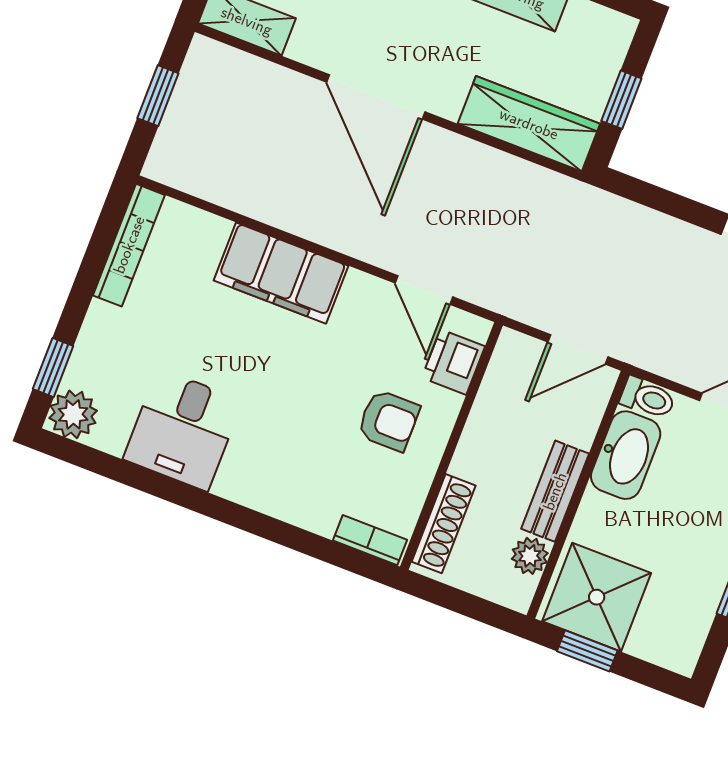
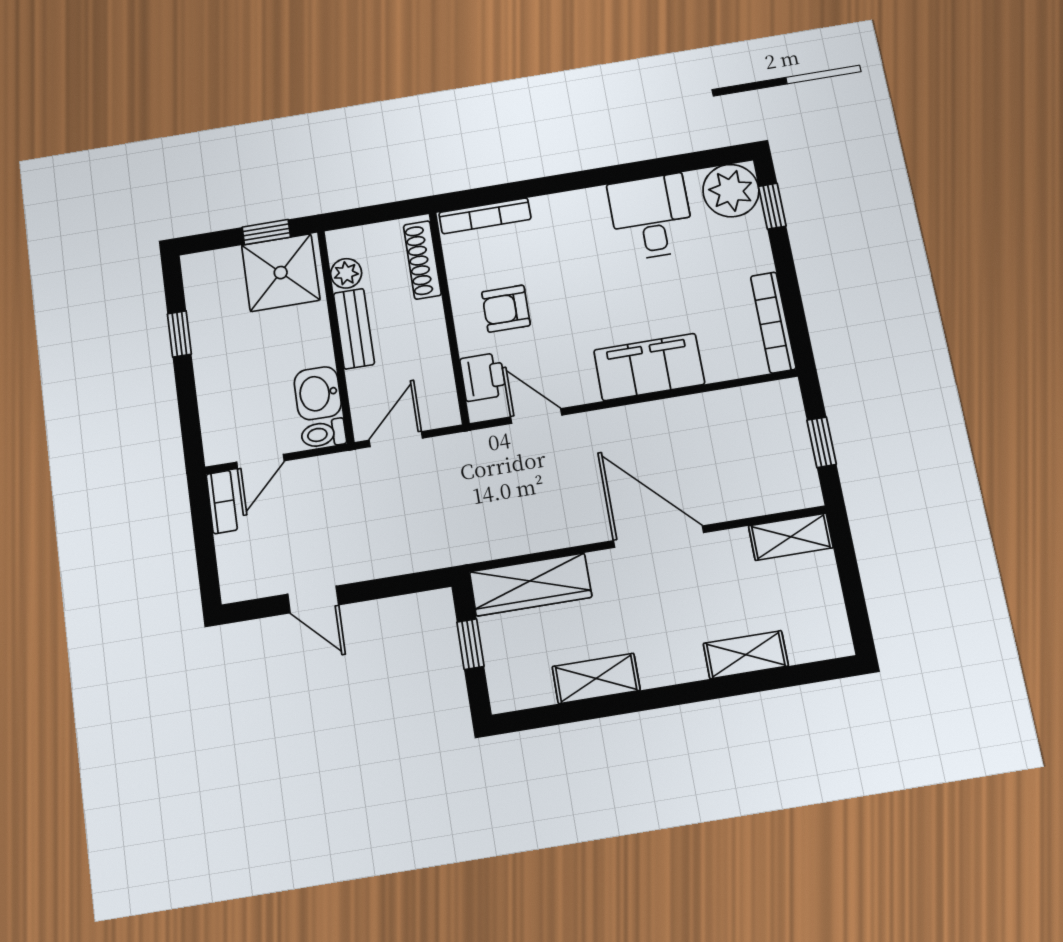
plant: (73, 414) -> (731, 191), width x1.36, depth x1.36
washbasin: (626, 455) -> (318, 393), width x0.72
bookcase: (370, 540) -> (485, 216), width x1.56

